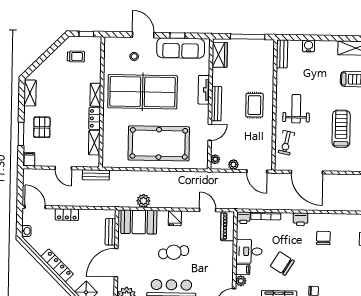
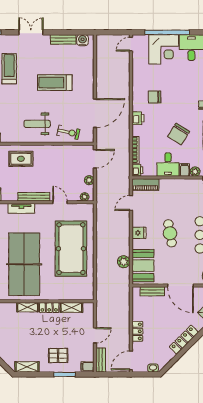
rug: (254, 105) -> (21, 159), moved
bench: (96, 175) -> (101, 360), moved

